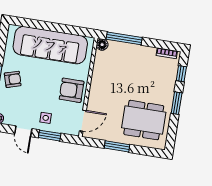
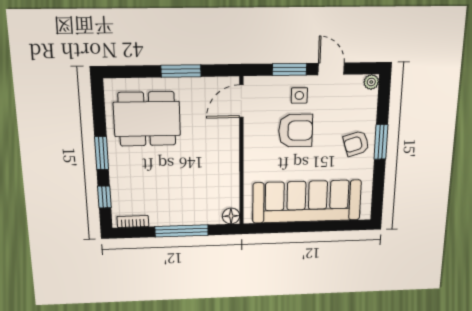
window: (124, 38) -> (182, 231), moved
armchair: (72, 90) -> (296, 131), moved

